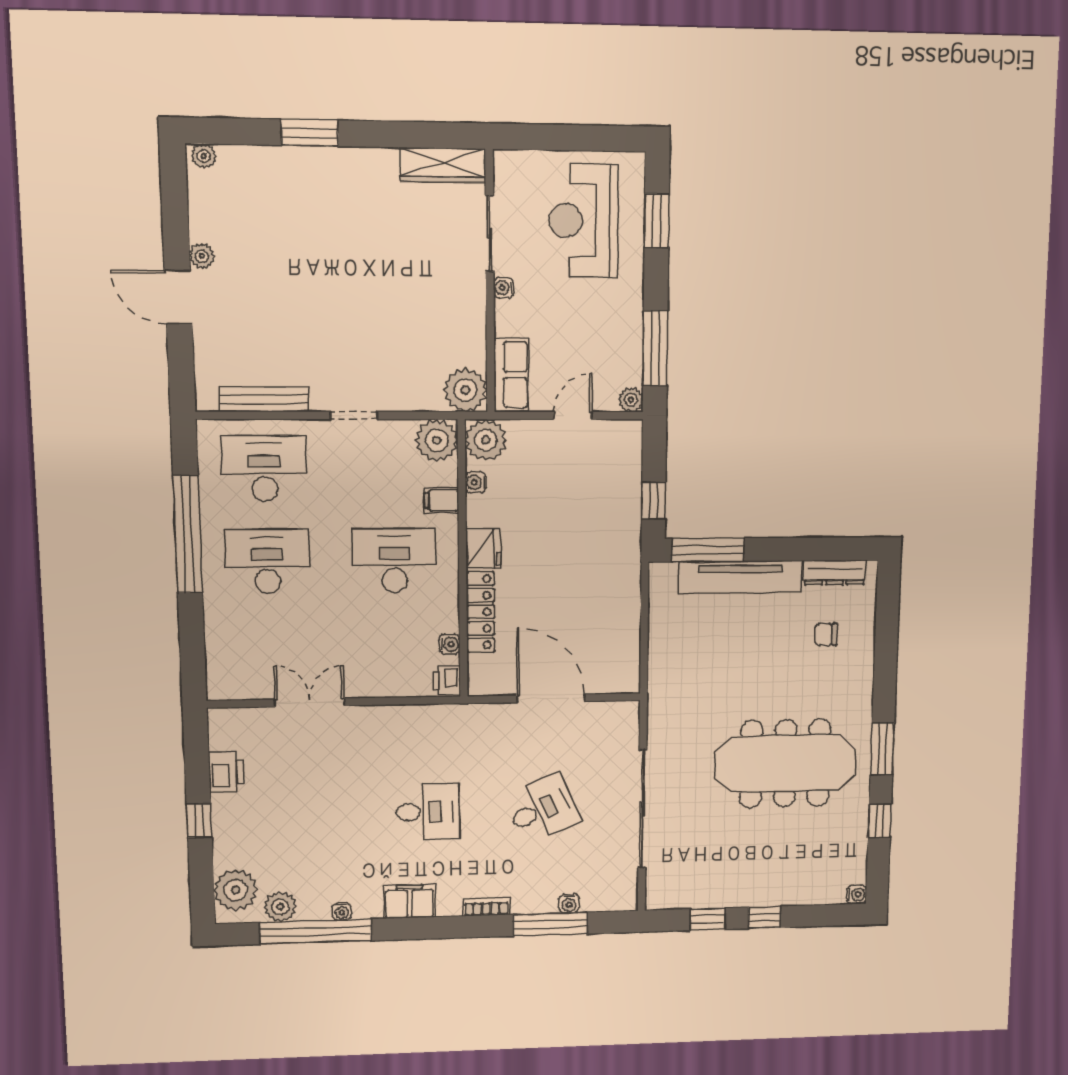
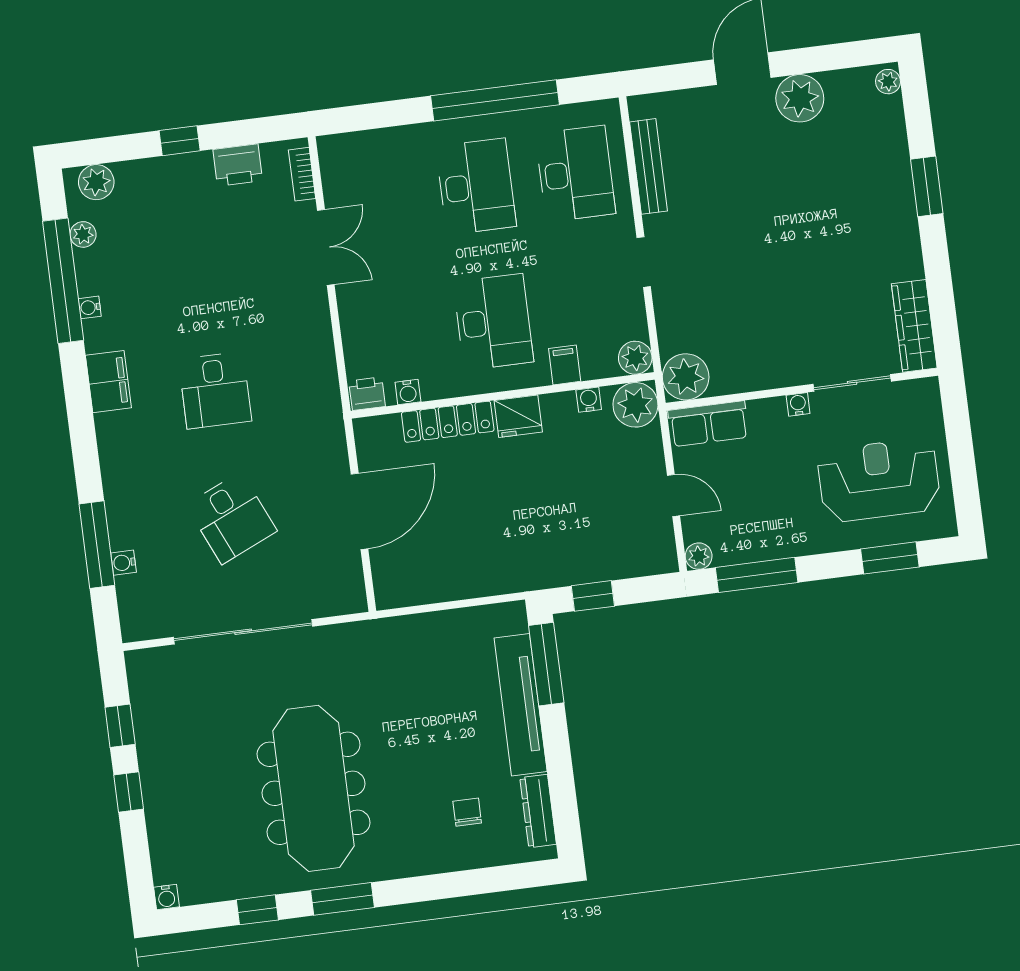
plant: (202, 256) -> (800, 98), width x1.88, depth x1.88
plant: (437, 440) -> (635, 358), width x0.73, depth x0.73
plant: (236, 890) -> (96, 182), width x0.73, depth x0.73
plant: (280, 907) -> (83, 234), width x0.73, depth x0.73
bookcase: (486, 907) -> (302, 174), moved, turned 180

